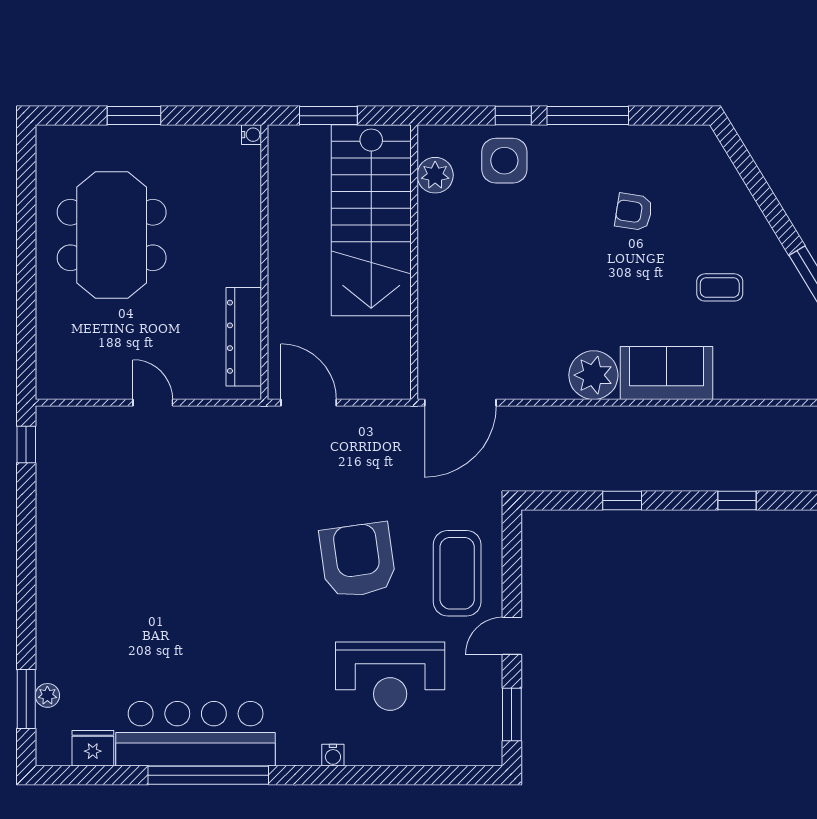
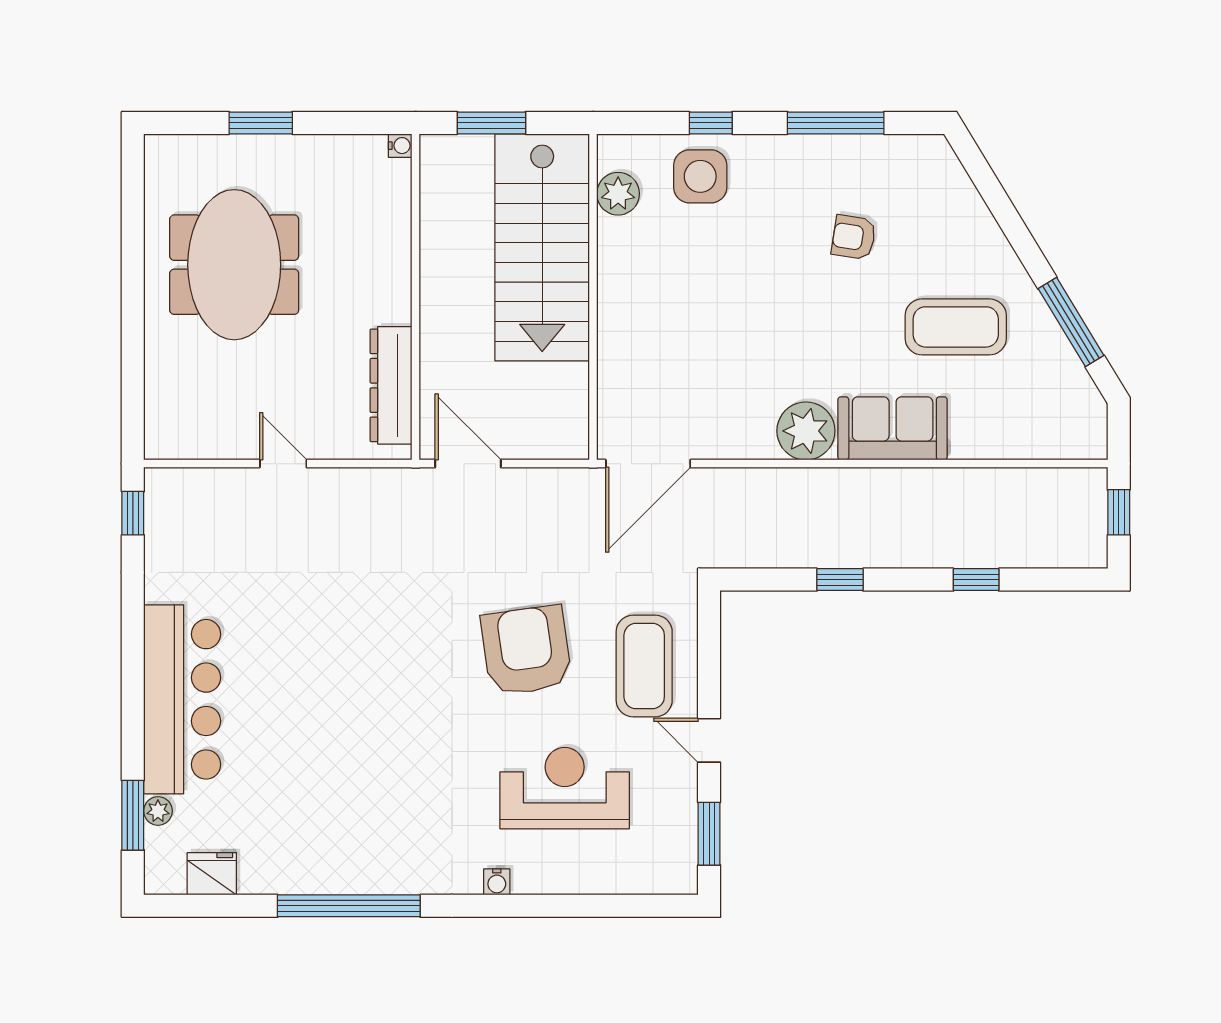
window: (588, 116) -> (836, 123), moved
coffee table: (720, 287) -> (956, 327), width x1.86, depth x1.72
door: (512, 636) -> (709, 740), hinge flipped
reception desk: (390, 676) -> (565, 788), turned 180
bar counter: (196, 734) -> (182, 699), moved, turned 90

